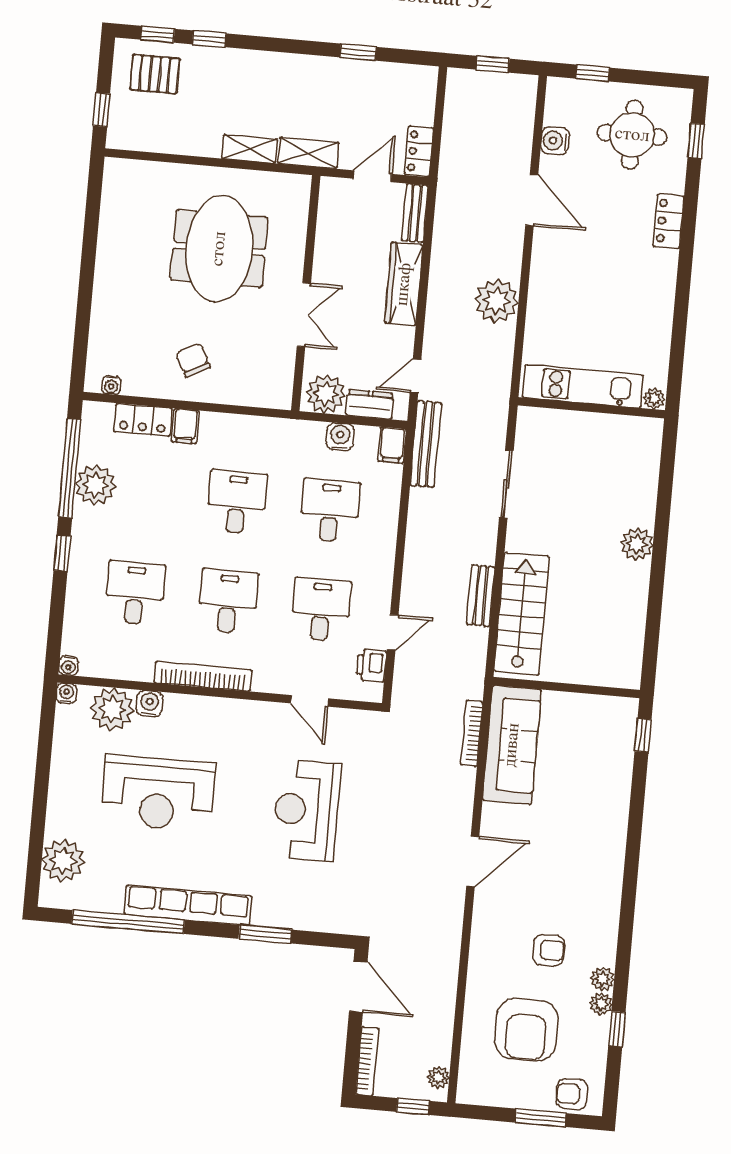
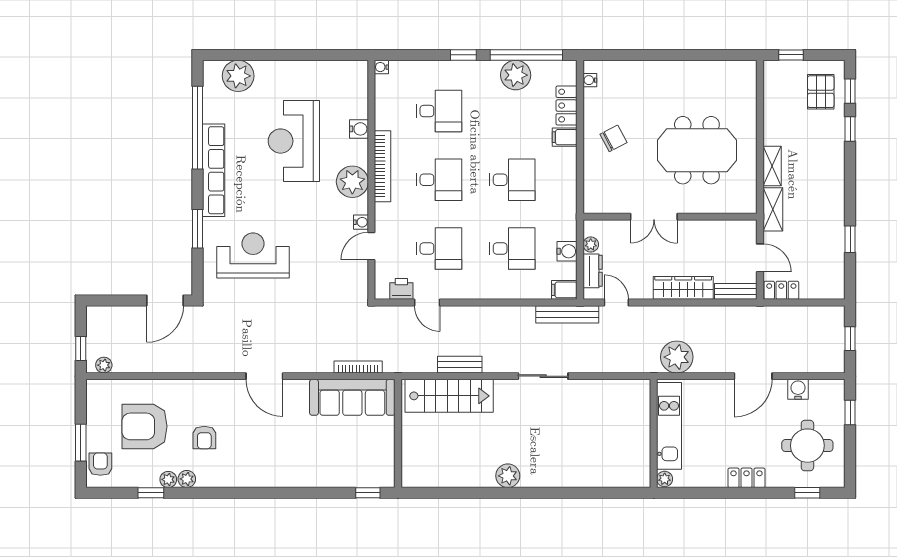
kitchen unit: (583, 386) -> (669, 426), moved
plant: (326, 394) -> (591, 245), width x0.53, depth x0.53
plant: (654, 399) -> (665, 479), moved
wall: (591, 408) -> (654, 433), moved
water cooler: (66, 693) -> (361, 222), moved
plant: (112, 709) -> (352, 182), moved
reception desk: (306, 810) -> (253, 256), moved
bookcase: (367, 1061) -> (111, 312), removed

